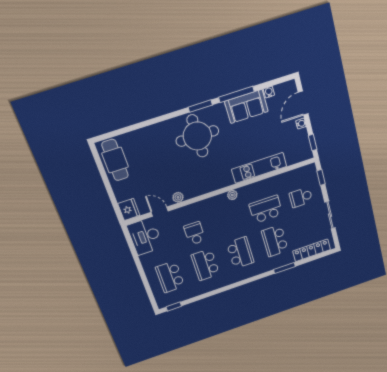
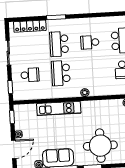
school desk: (266, 209) -> (61, 73), turned 90
school desk: (275, 241) -> (59, 44), turned 180
school desk: (240, 253) -> (90, 42), width x0.54

